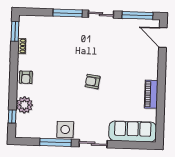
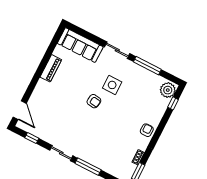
window: (138, 15) -> (32, 138), width x0.46
plant: (24, 105) -> (168, 90), moved
side table: (65, 130) -> (112, 85), moved

